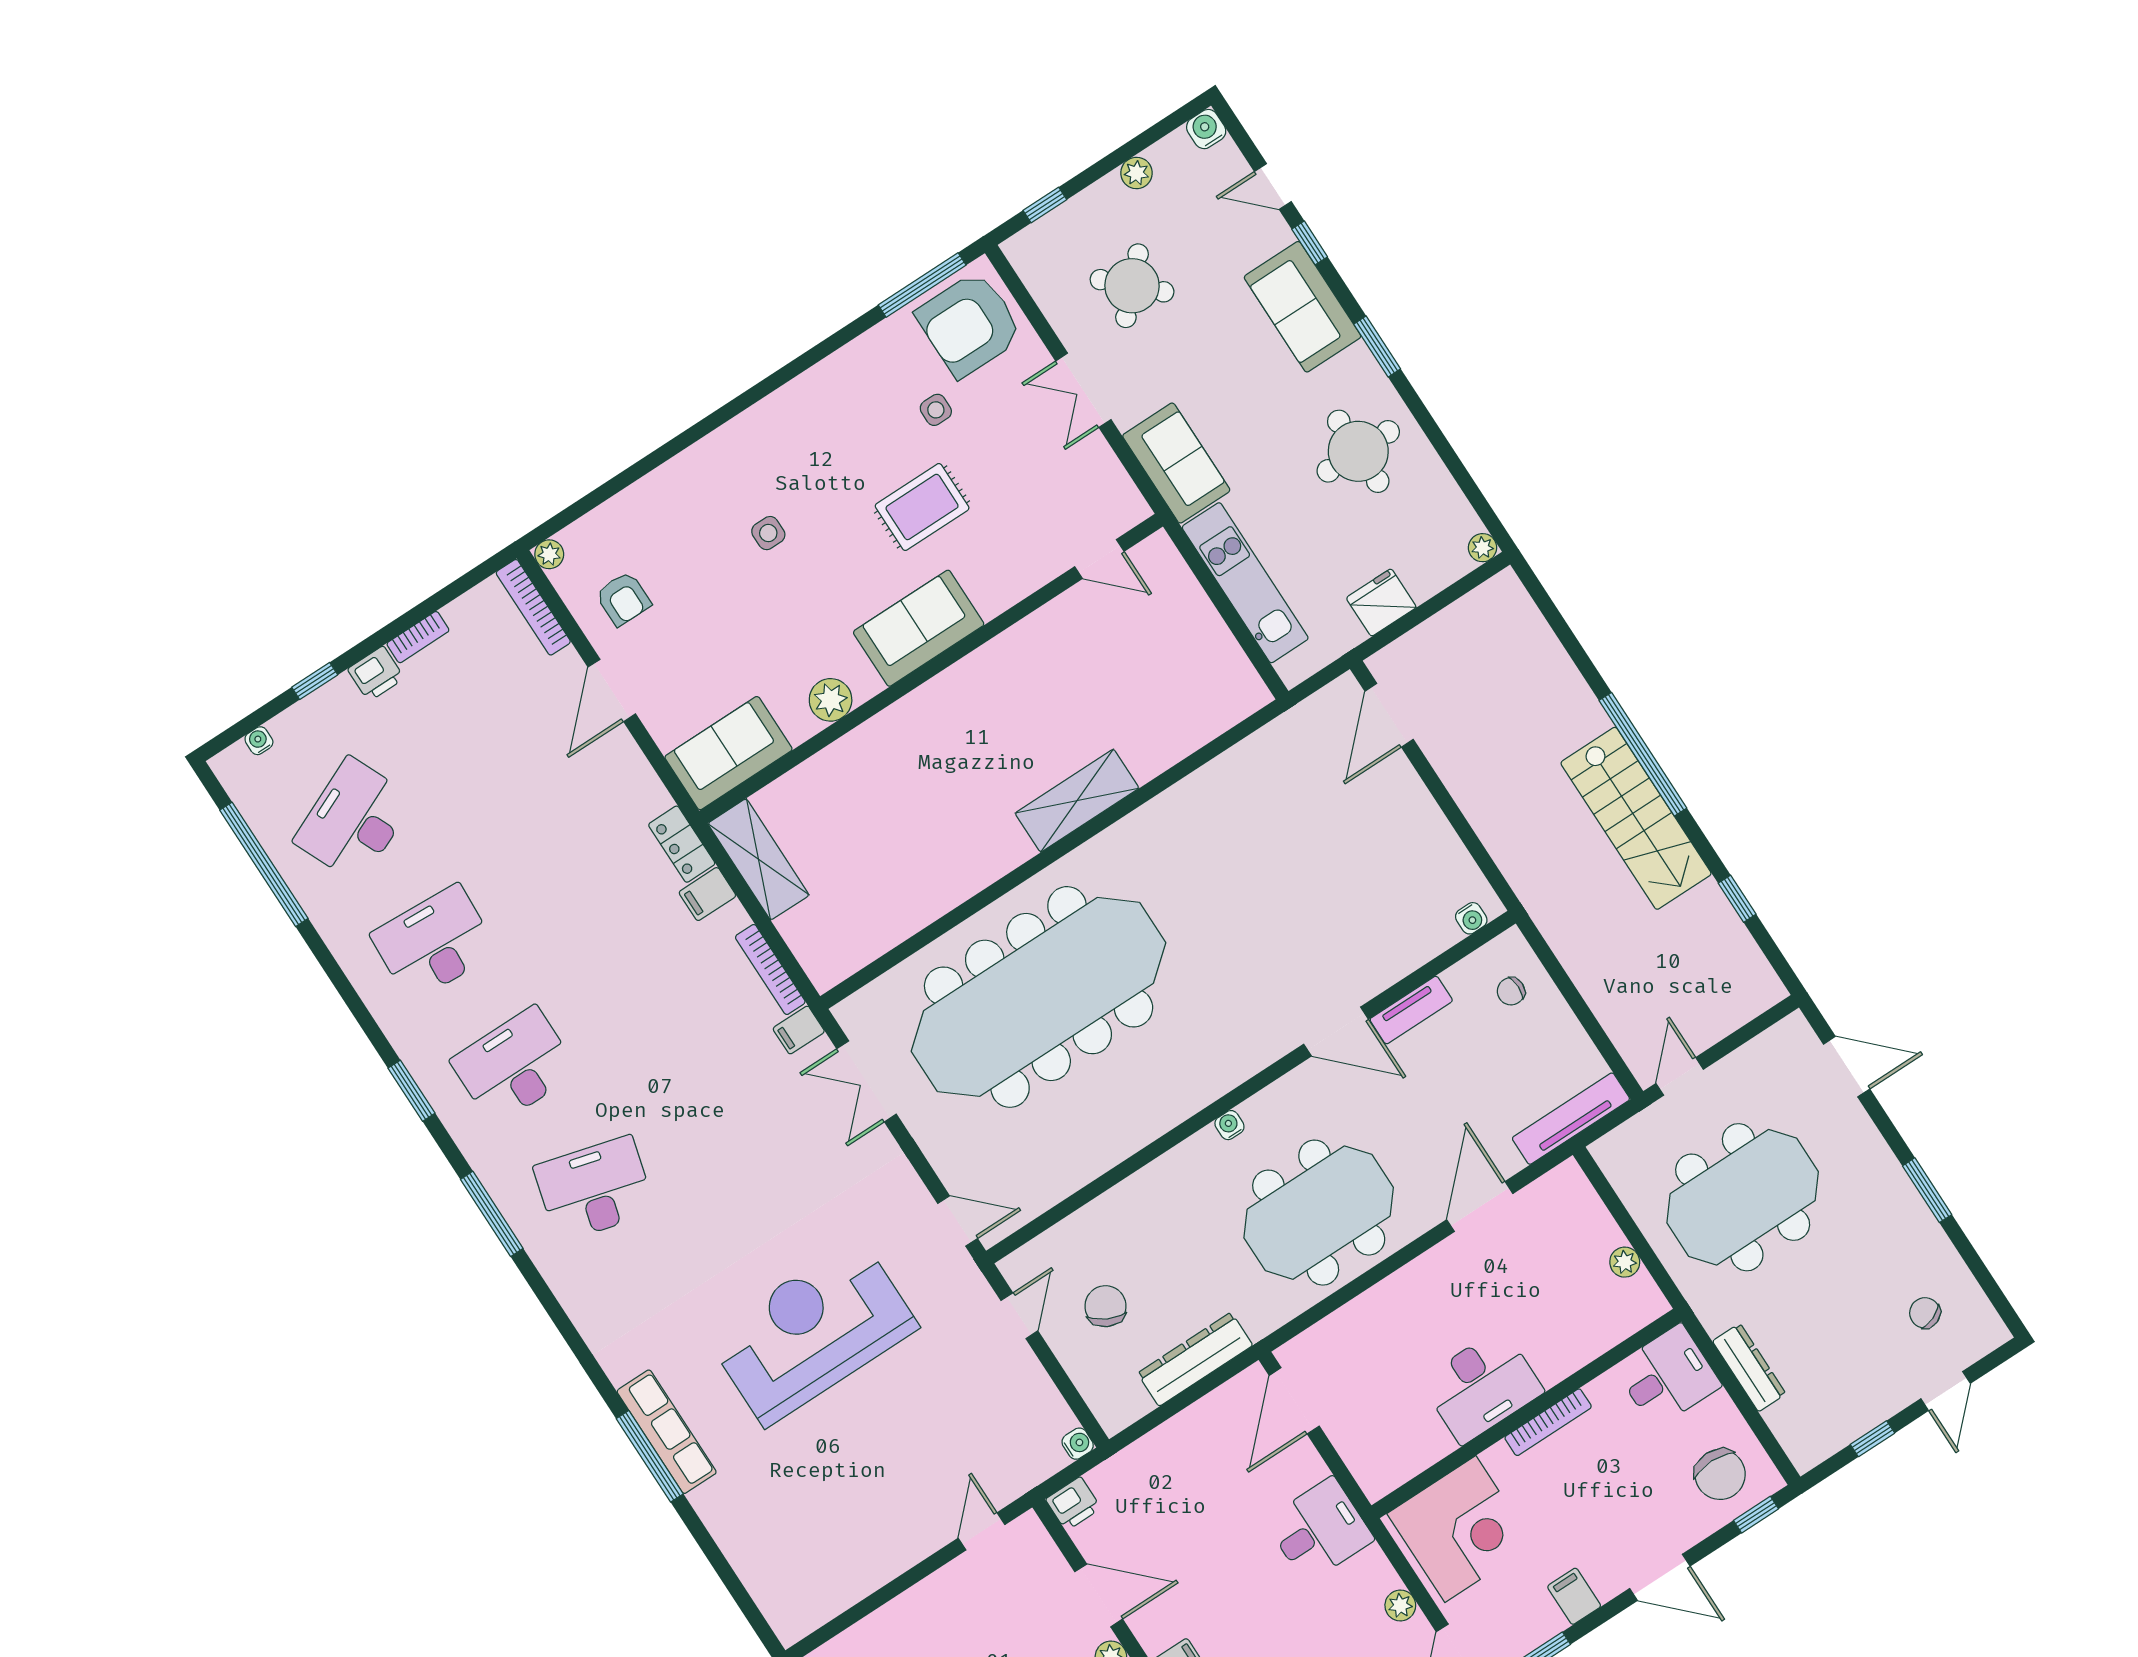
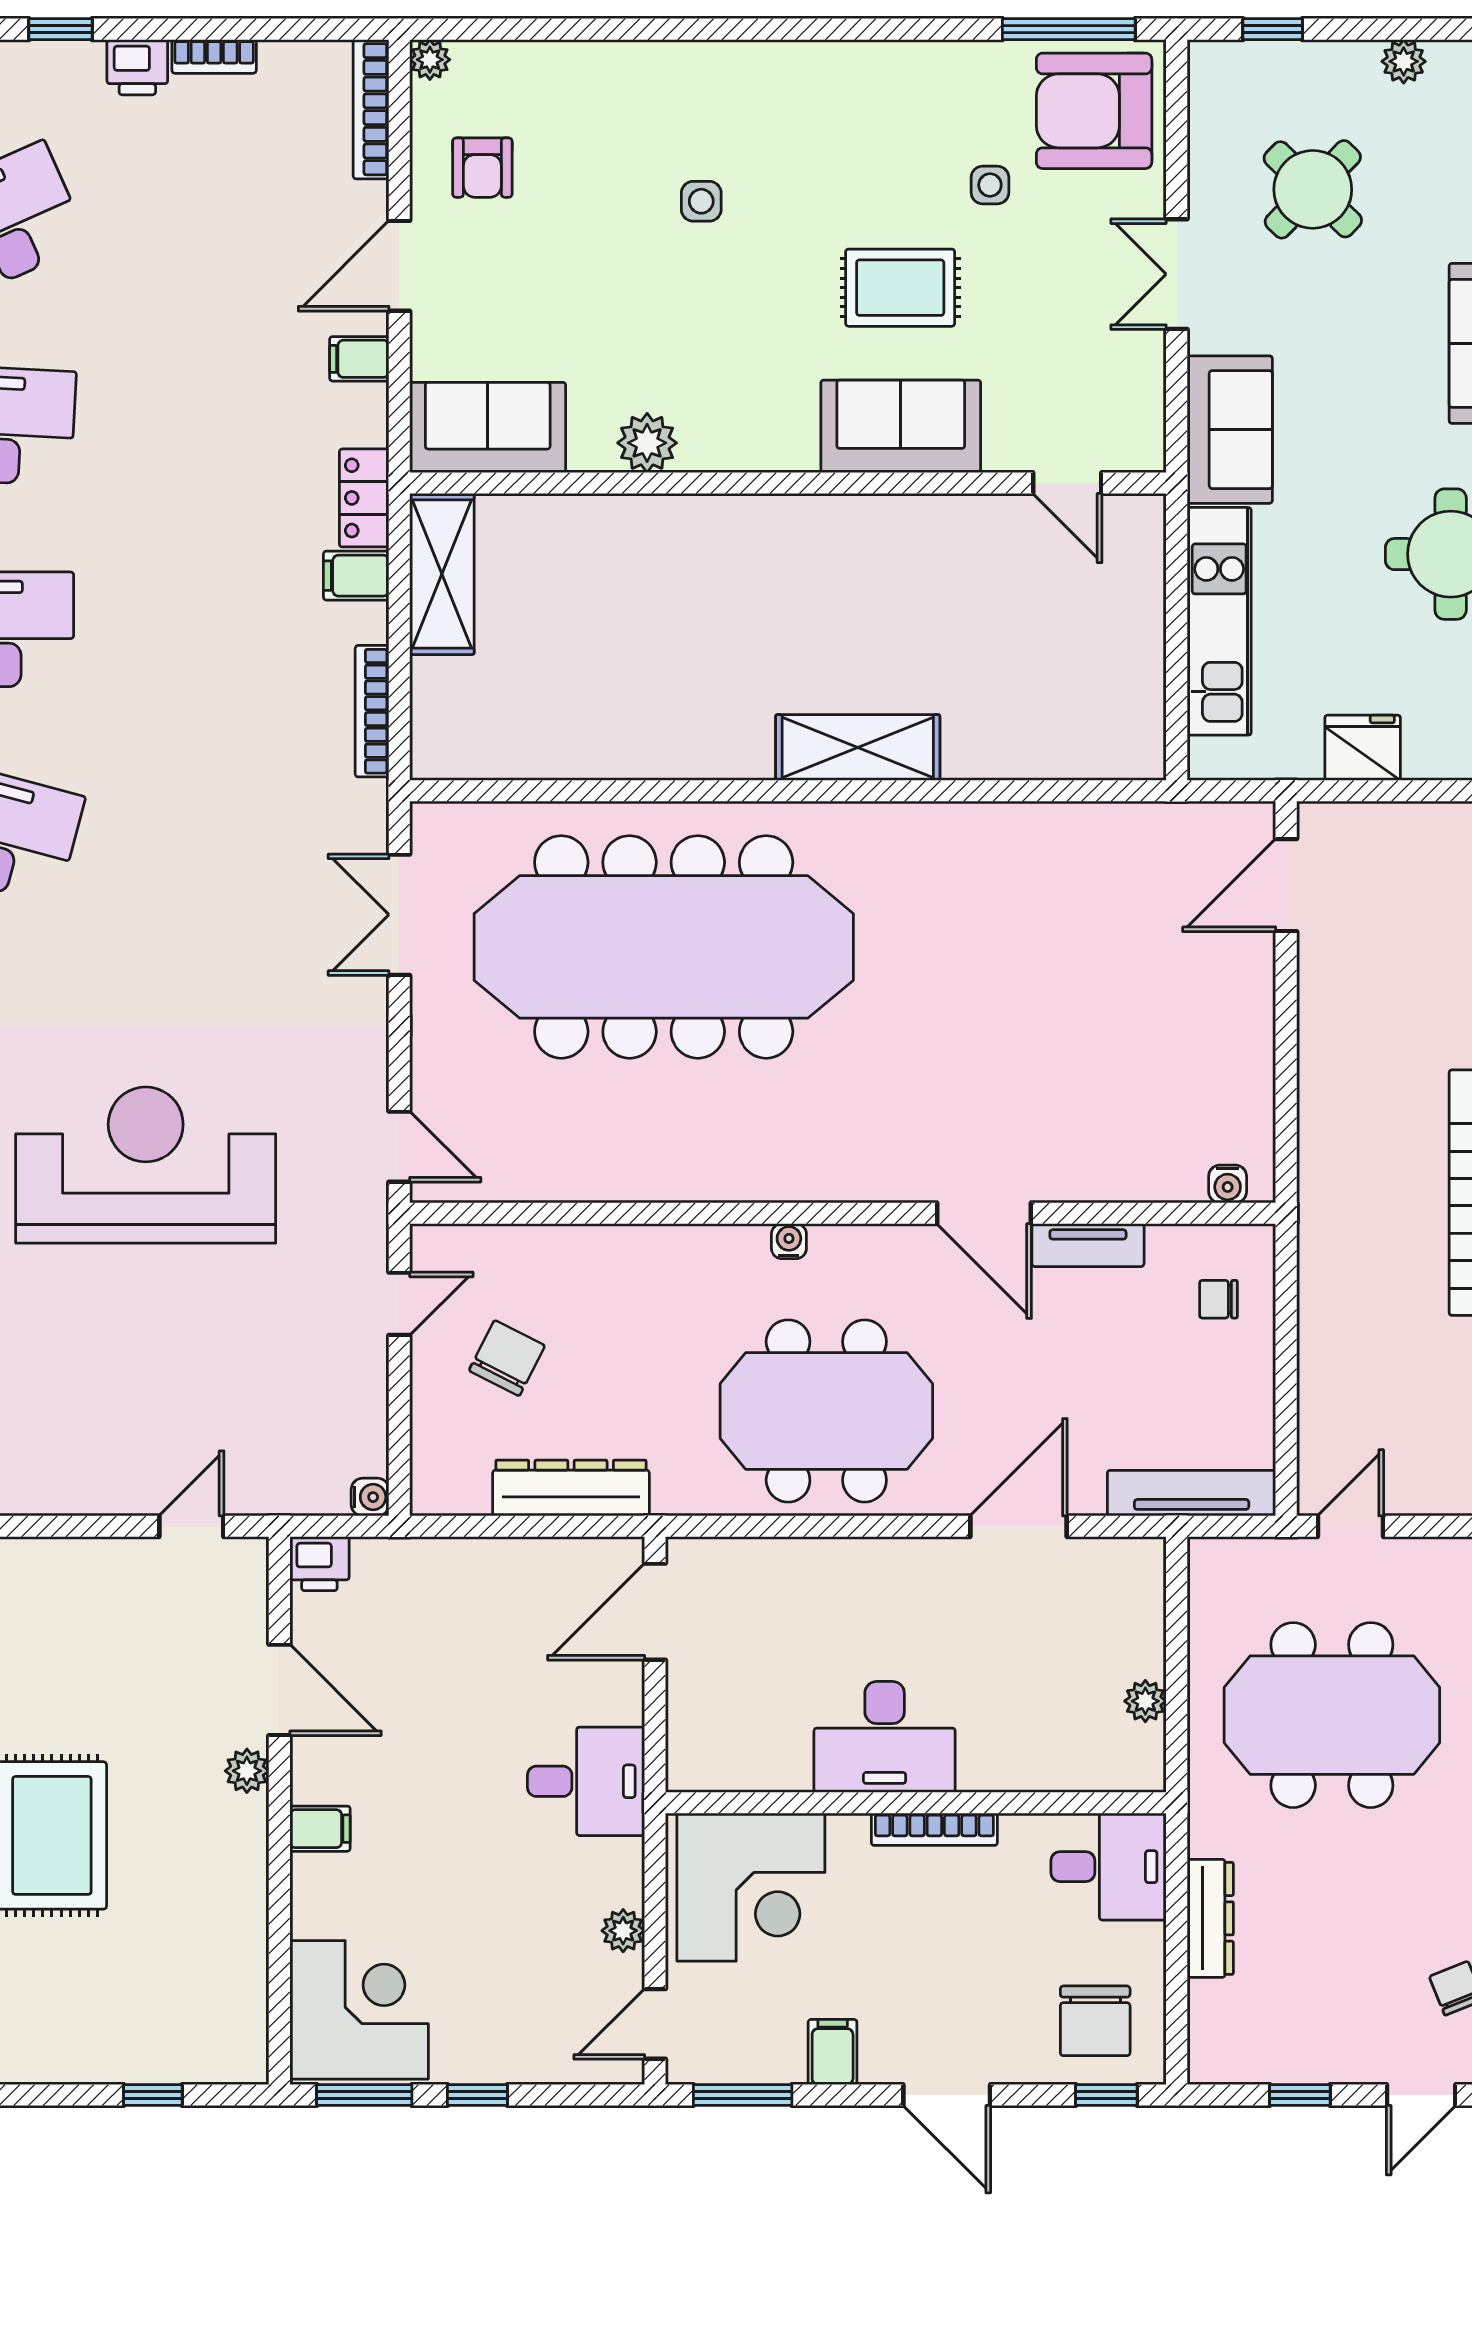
sofa: (919, 628) -> (901, 426), moved
filing cabinet: (799, 1030) -> (359, 359), moved

